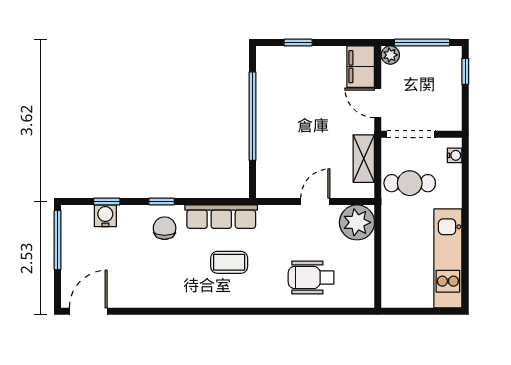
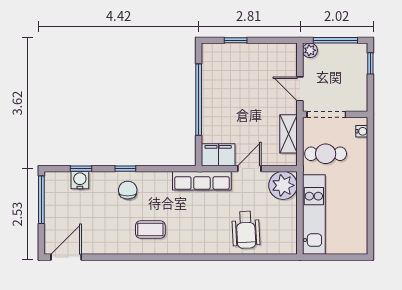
filing cabinet: (361, 67) -> (218, 155), moved, turned 90
row of seats: (221, 217) -> (202, 181), moved
kitchen unit: (448, 258) -> (314, 214), moved, turned 180
coffee table: (229, 262) -> (150, 230), moved
wheelchair: (311, 277) -> (246, 230), turned -93

